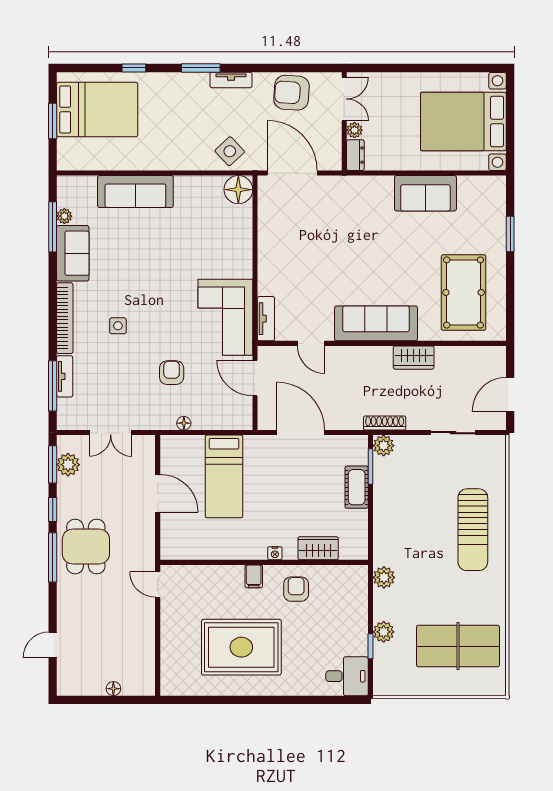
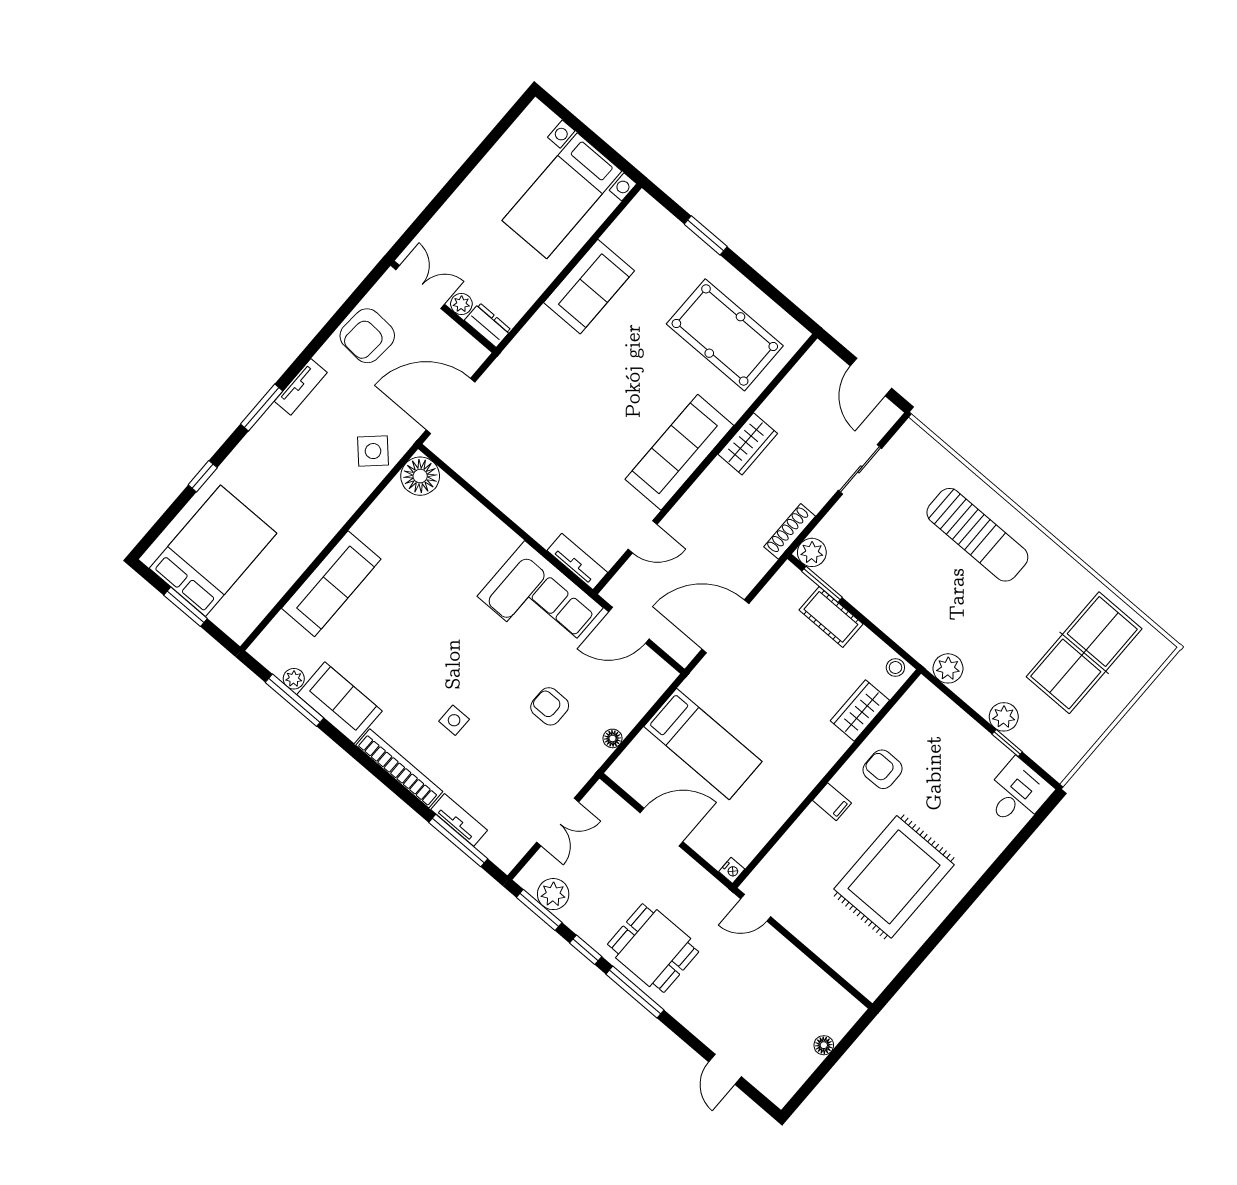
bed with nightstands: (463, 121) -> (562, 196), width x0.73
stool: (359, 548) -> (895, 668), added
nightstand: (275, 553) -> (732, 870), moved

